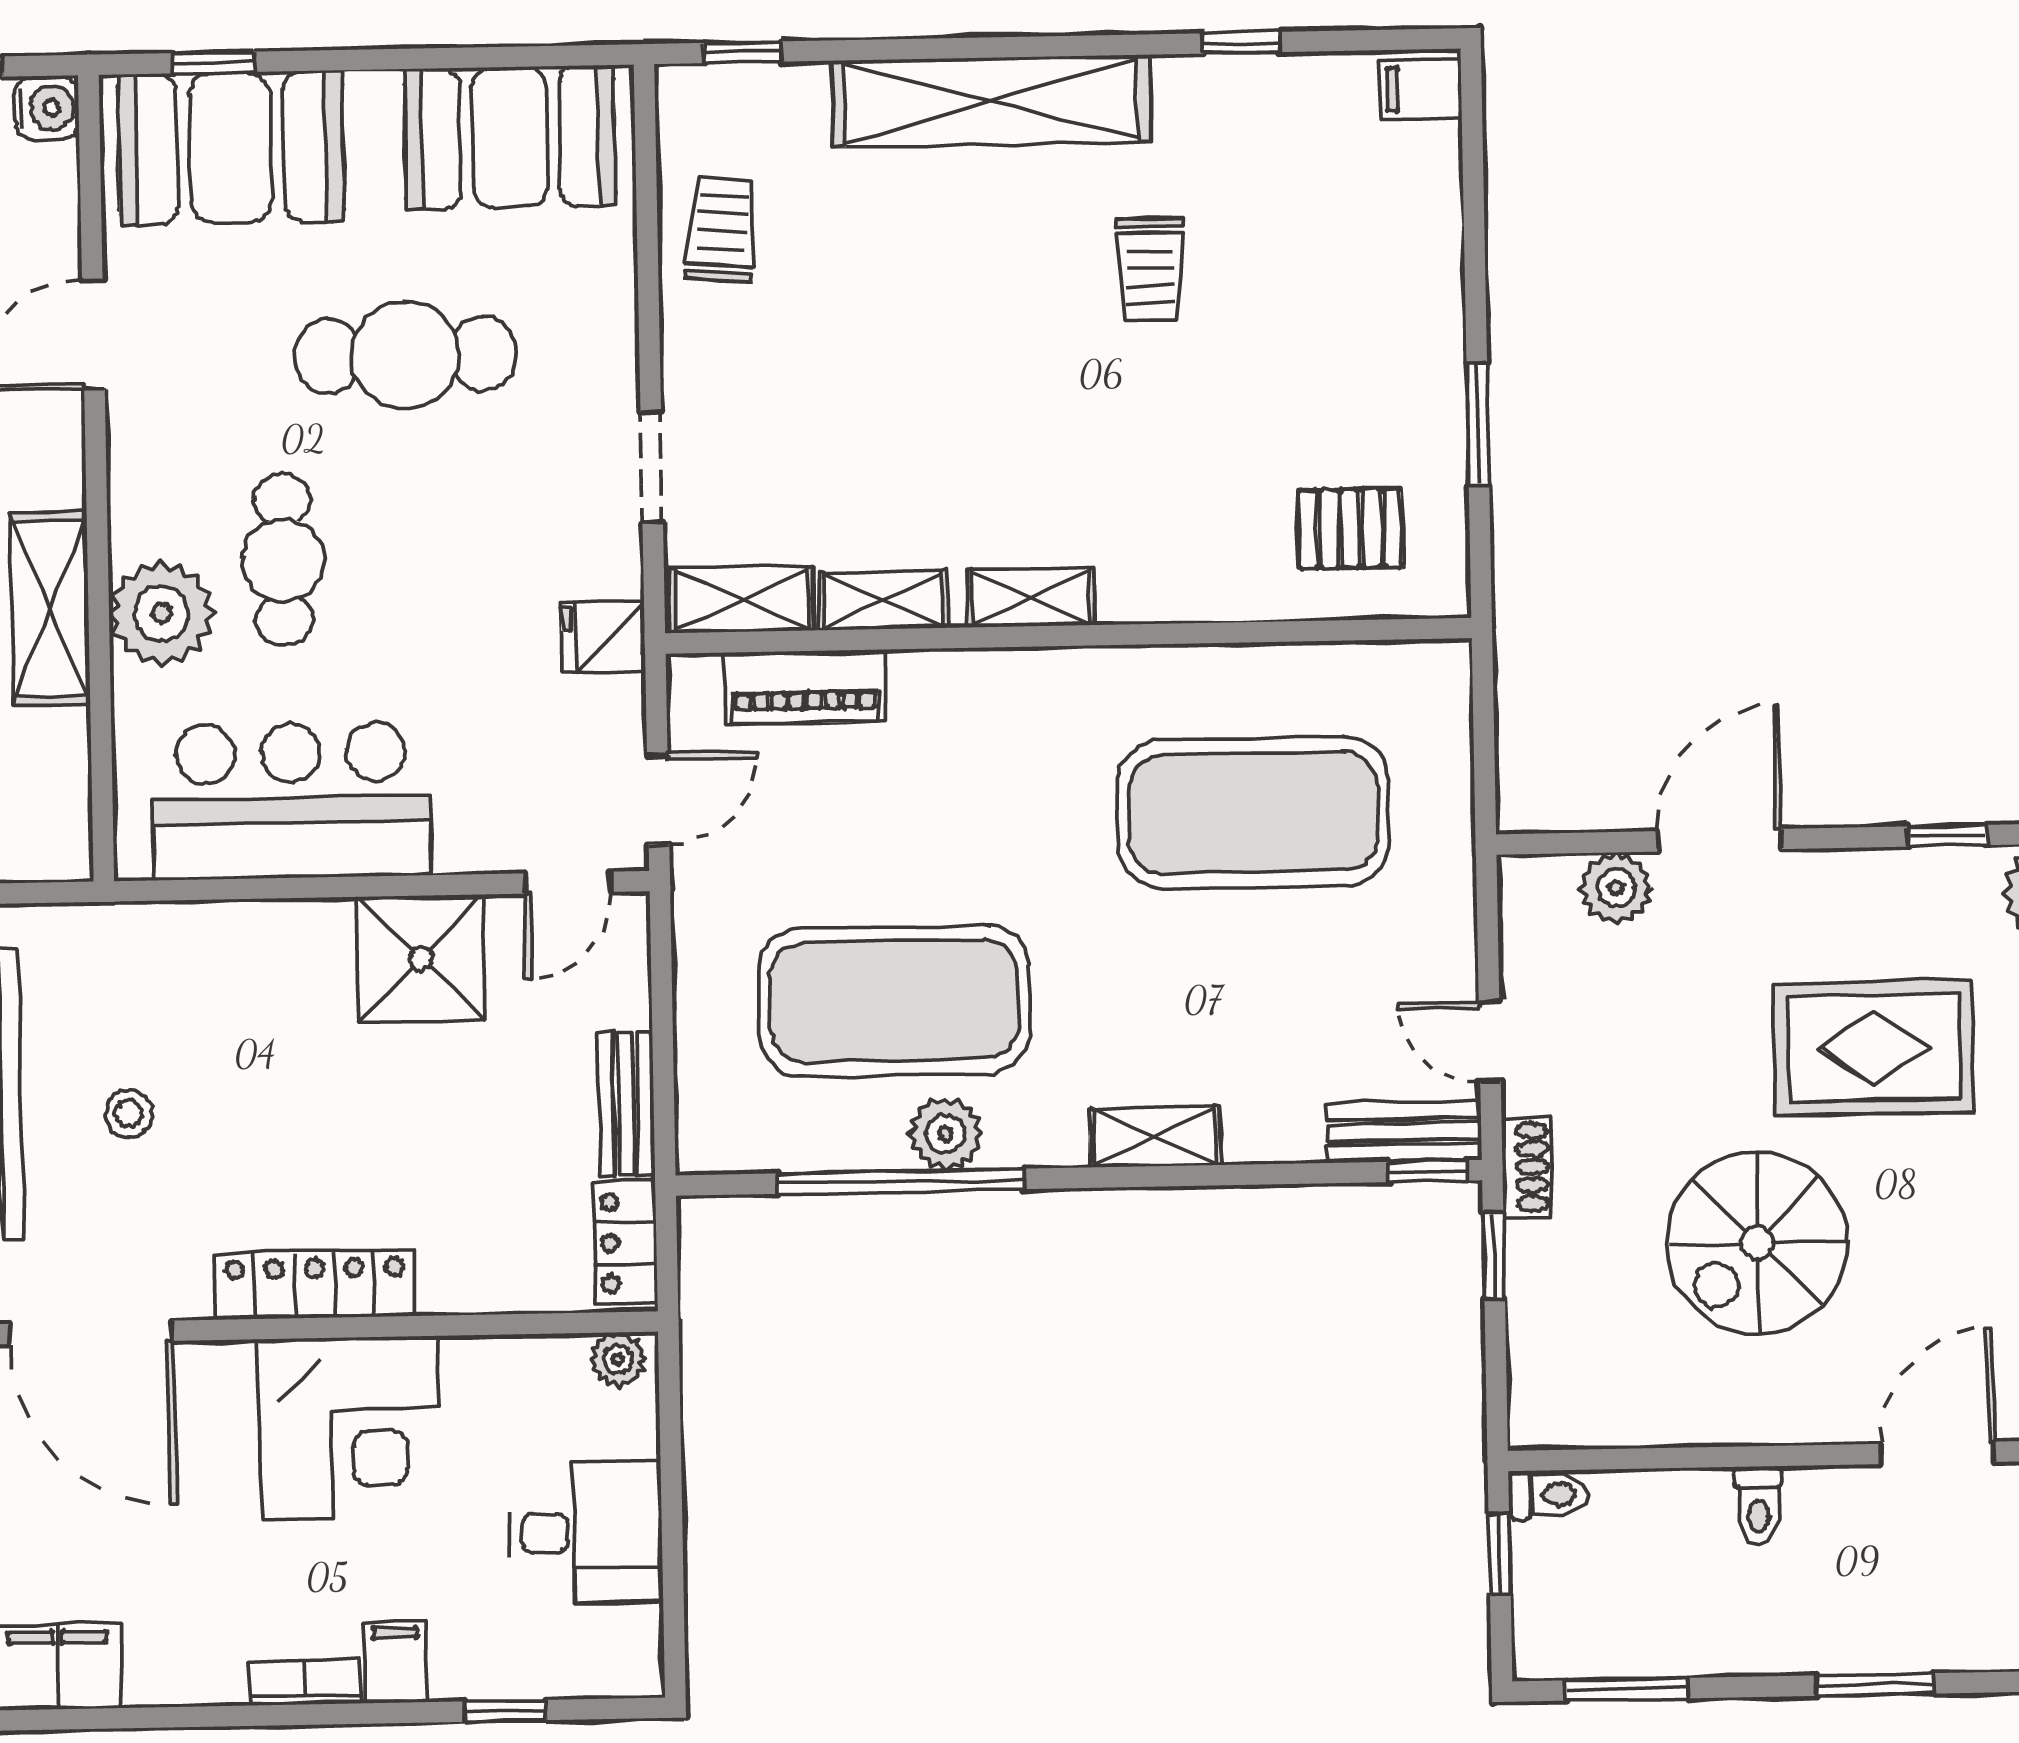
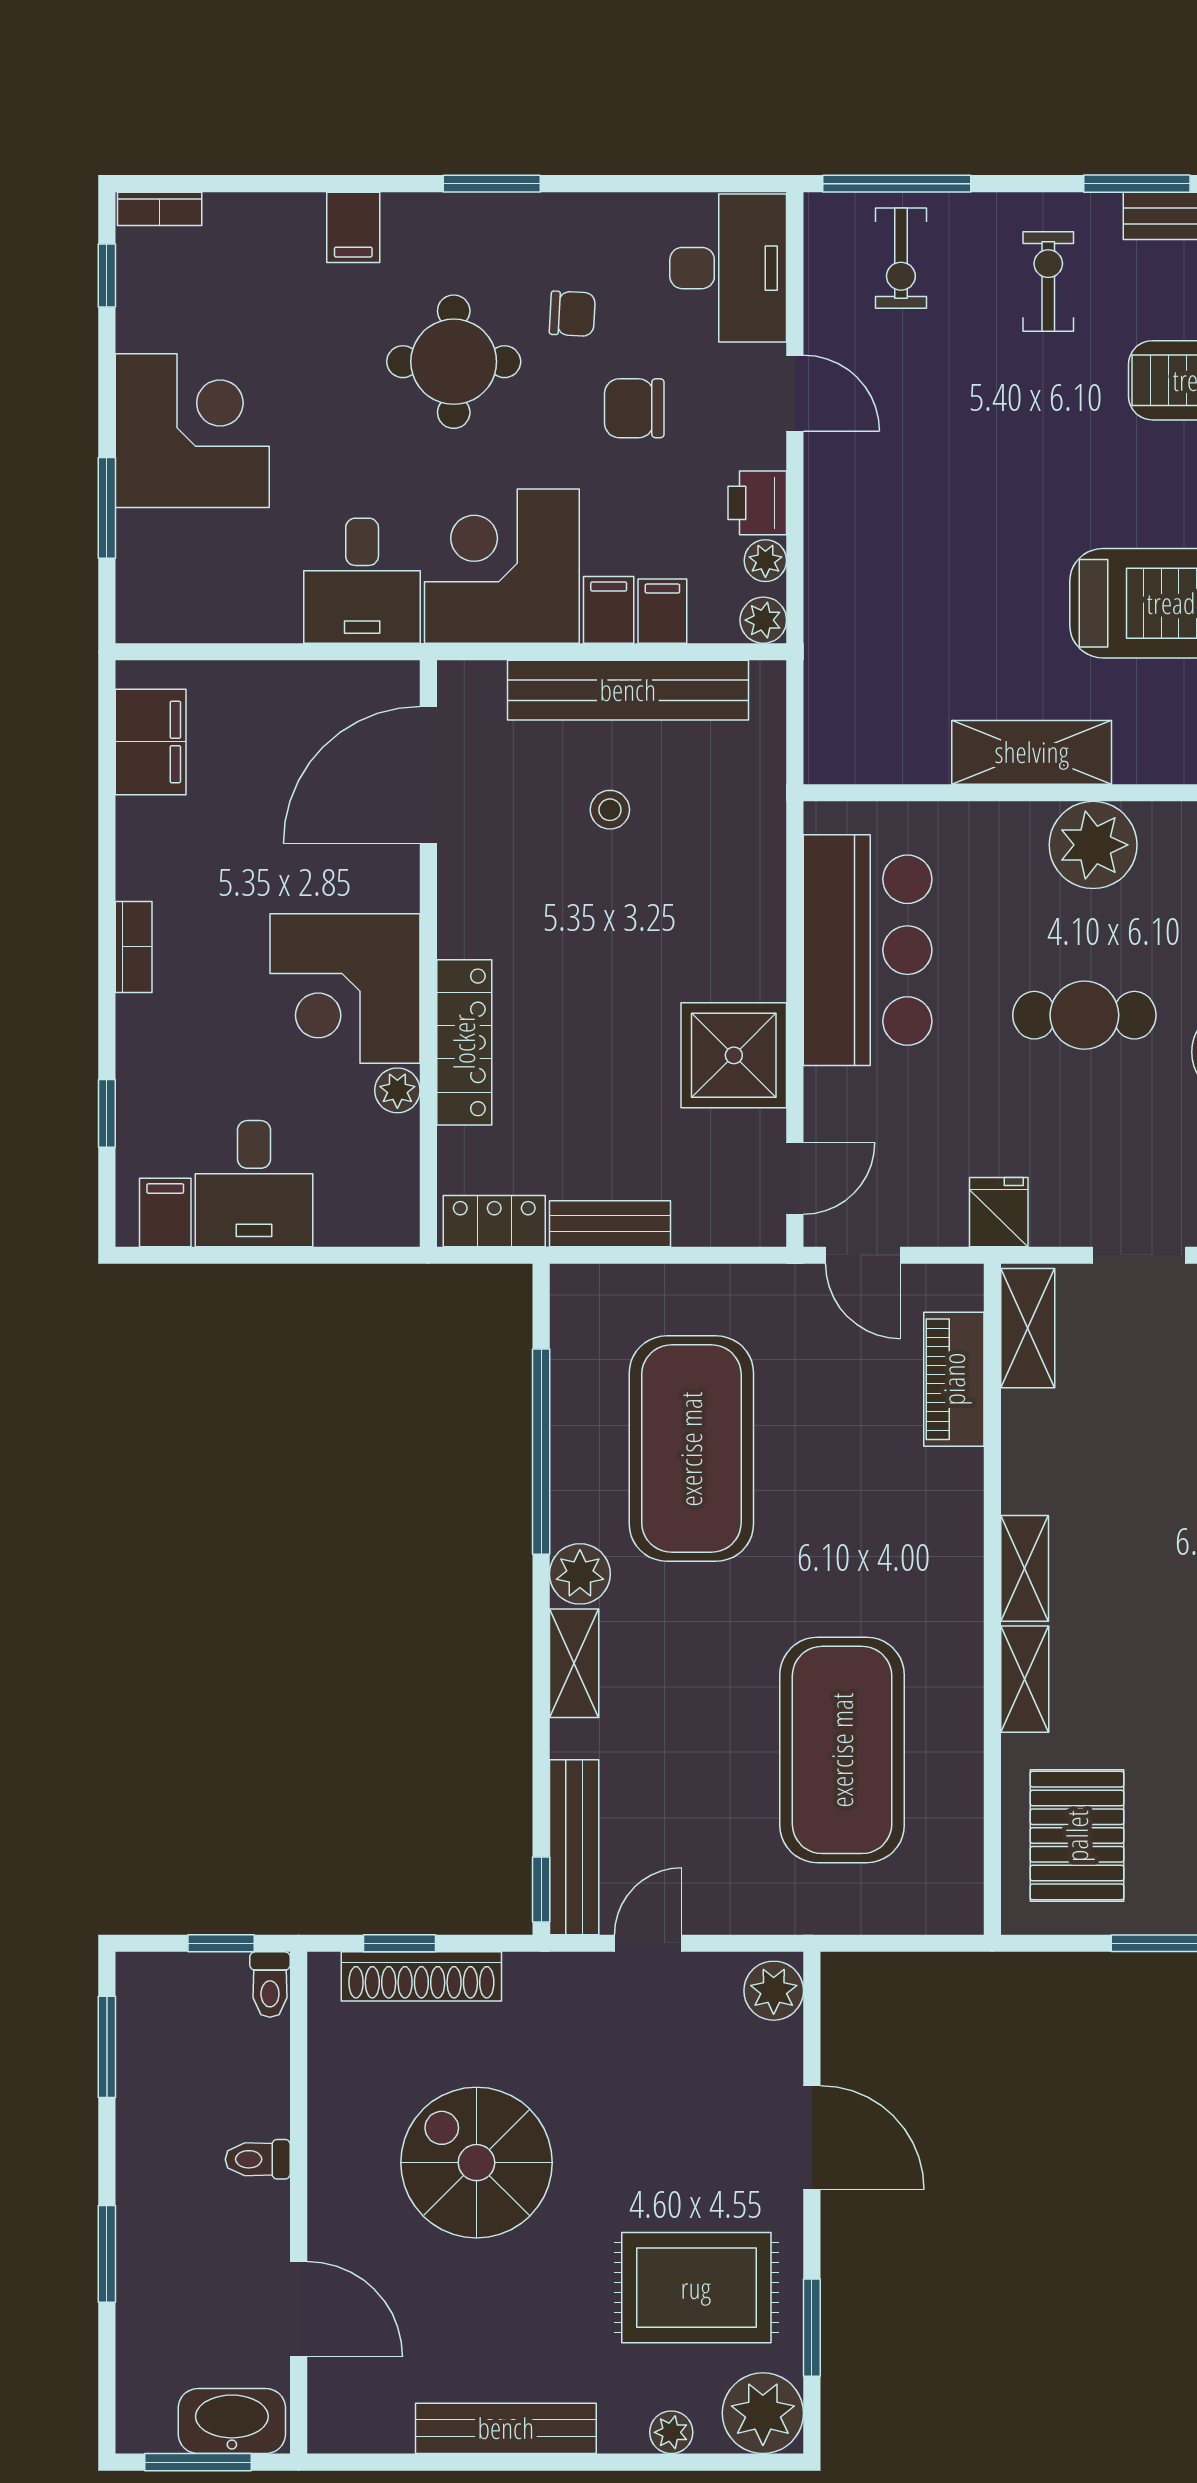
pallet: (1350, 529) -> (1077, 1836), width x1.50, depth x1.42
cafe table: (283, 560) -> (1084, 1015), moved
shelving: (883, 600) -> (1025, 1679), moved
plant: (161, 613) -> (1093, 845), moved
window: (1948, 836) -> (812, 2328), width x1.50
door: (567, 883) -> (795, 1178), swing flipped
plant: (1616, 888) -> (774, 1991), moved
rug: (1874, 1048) -> (696, 2288), moved, turned 90
bench: (1404, 1132) -> (574, 1847), width x1.36
plant: (945, 1134) -> (580, 1574), moved
shoe rack: (1526, 1167) -> (421, 1976), moved, width x1.94, depth x1.24
window: (1494, 1255) -> (400, 1943), moved
locker: (315, 1285) -> (464, 1042), moved
plant: (618, 1360) -> (397, 1090), moved
filing cabinet: (395, 1662) -> (165, 1212), moved, turned -90

